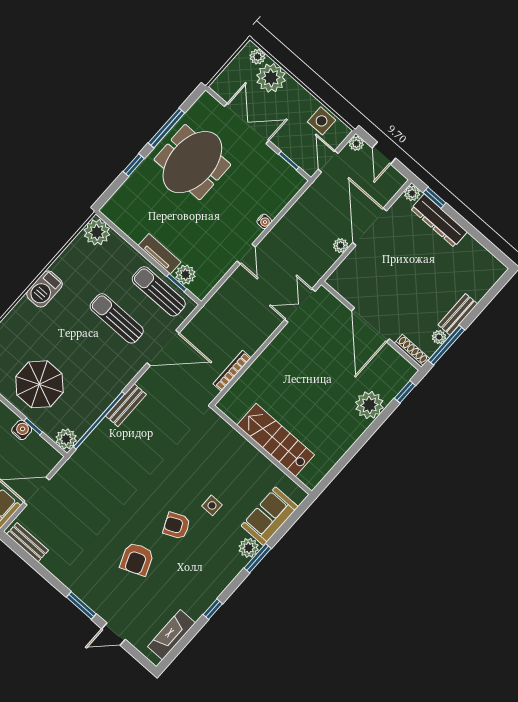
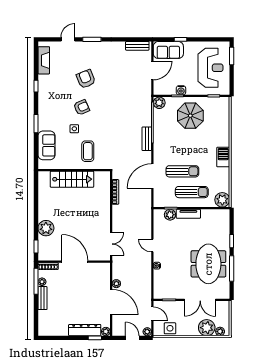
sun lounger: (159, 291) -> (192, 192), moved
coffee table: (221, 459) -> (88, 151), added
plant: (249, 548) -> (44, 125), removed

